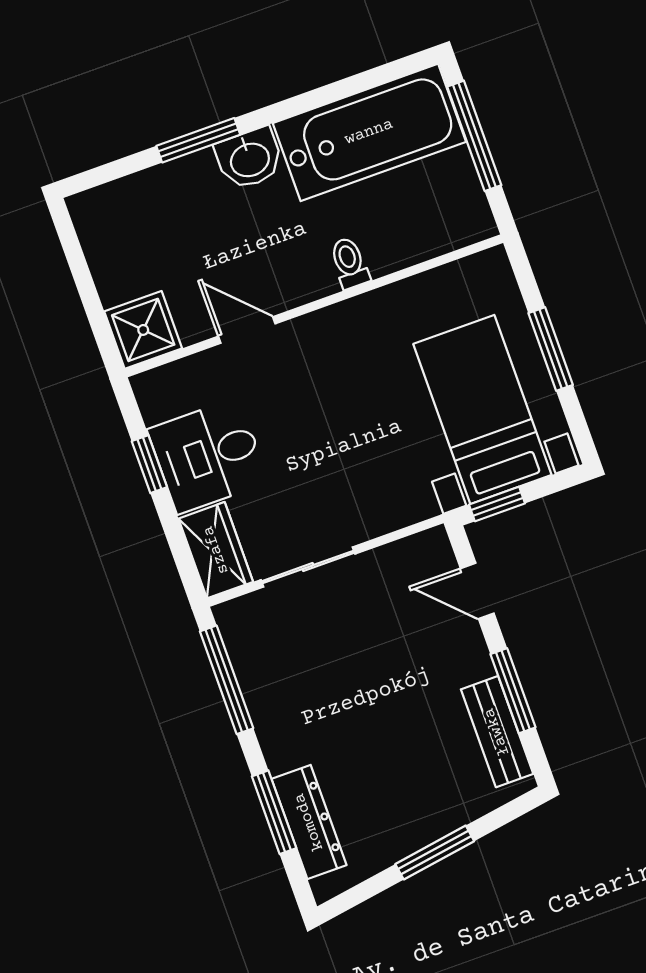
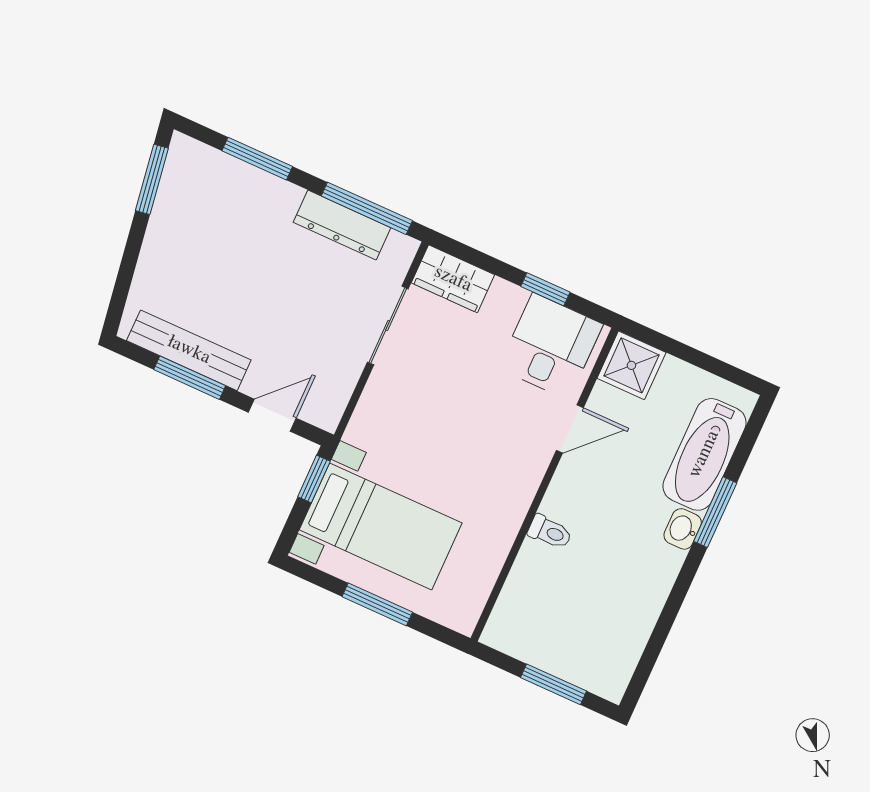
bathtub: (369, 132) -> (704, 454), moved, width x0.73, depth x0.73
window: (474, 136) -> (554, 684), width x0.69
washbasin: (249, 159) -> (683, 529), width x0.72, depth x0.69
desk: (208, 456) -> (551, 346), moved
bench: (497, 732) -> (189, 350), width x1.36
dresser: (309, 822) -> (342, 225), moved
window: (435, 853) -> (152, 179), moved

